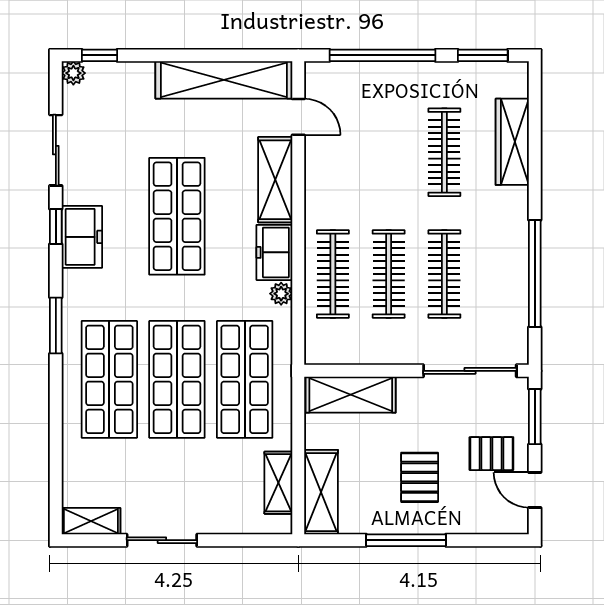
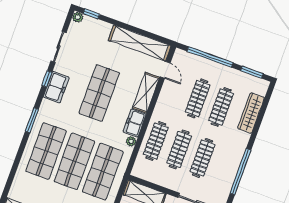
clothes rail: (389, 152) -> (198, 98), added

